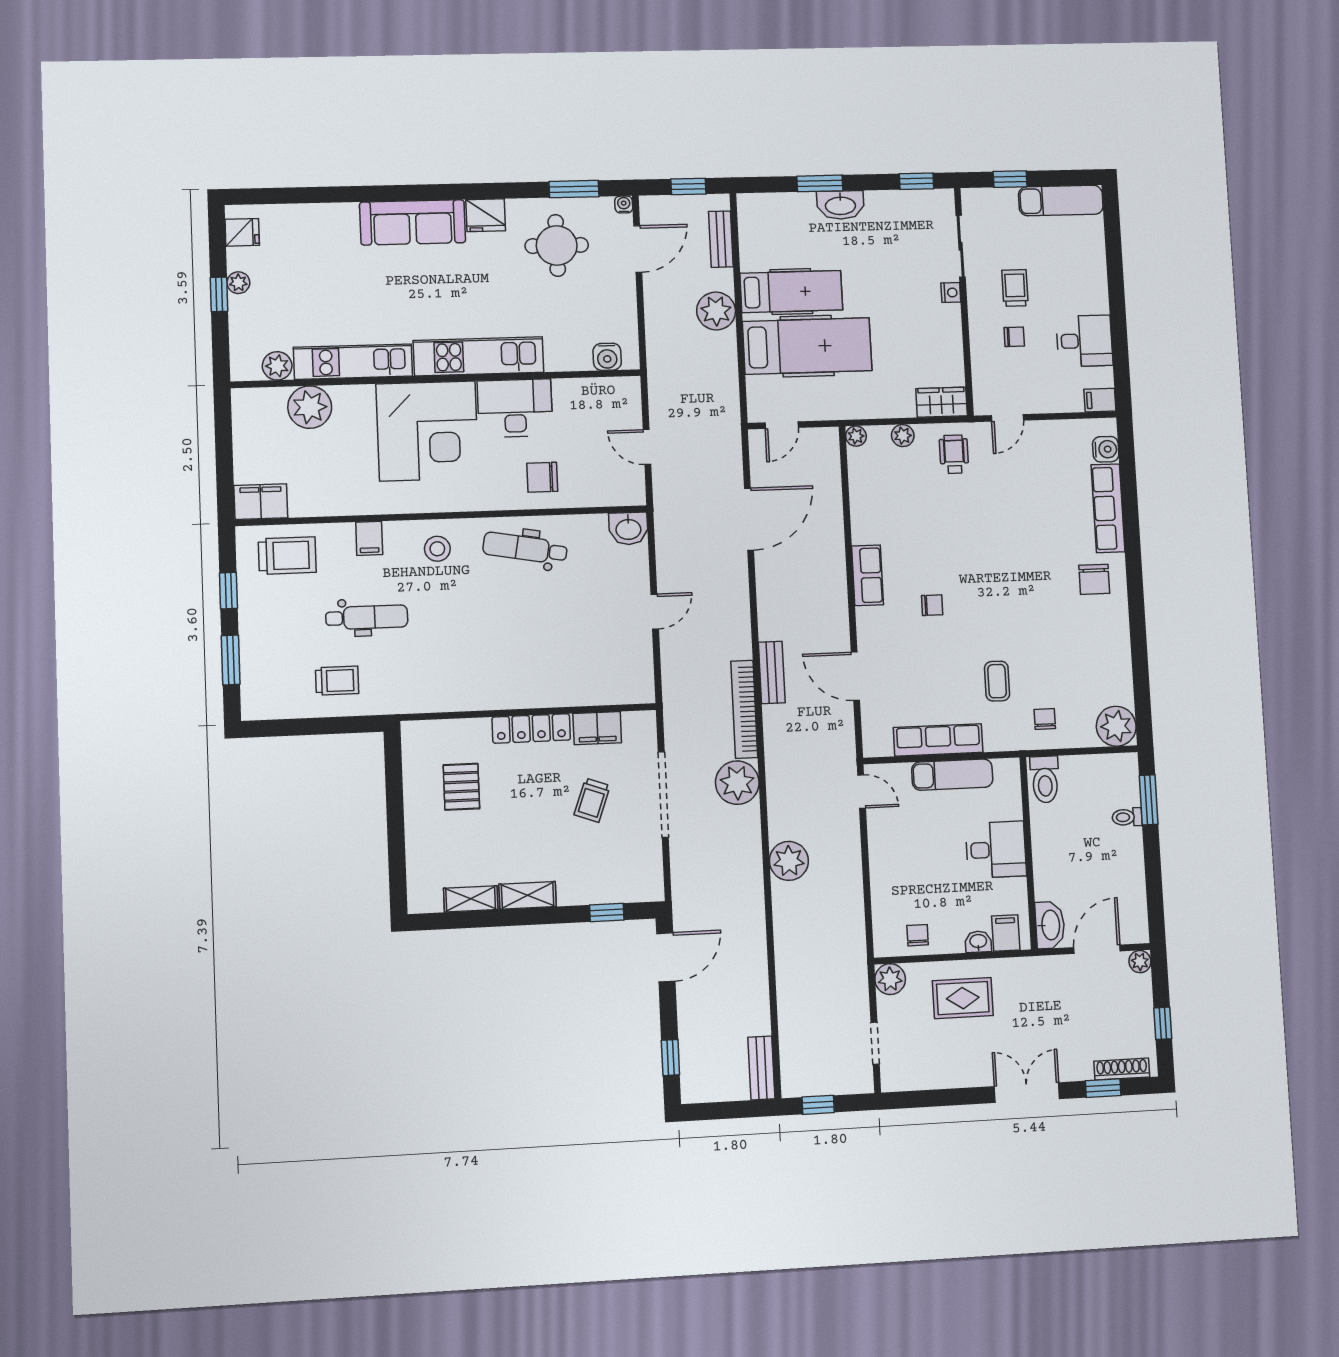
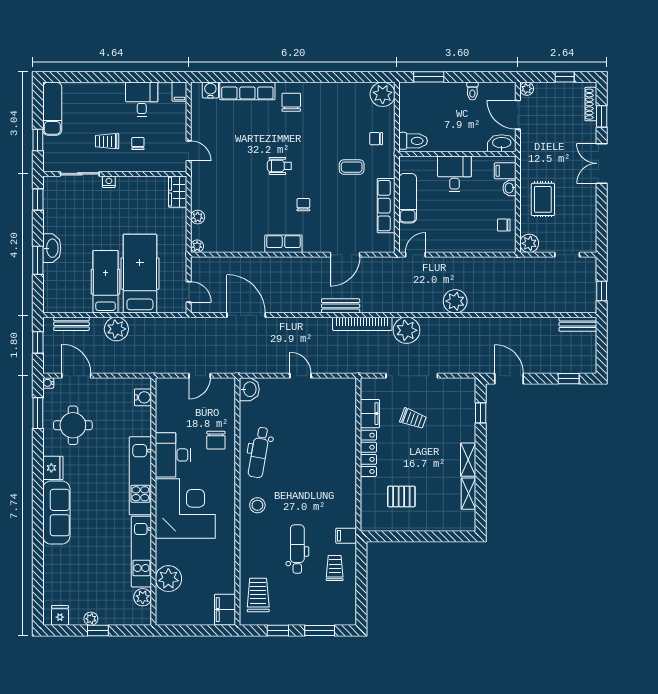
wheelchair: (954, 454) -> (279, 166), moved
filing cabinet: (369, 538) -> (346, 536), moved, turned 180
chair: (1094, 579) -> (291, 102), turned -90
toilet: (1127, 817) -> (472, 91), moved

